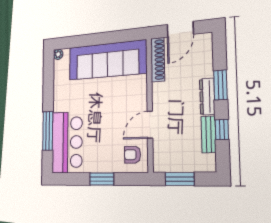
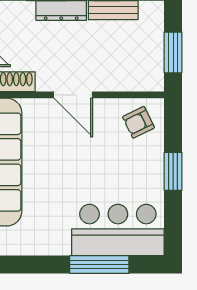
door: (150, 125) -> (73, 95), moved
armchair: (132, 155) -> (139, 122), turned 64

